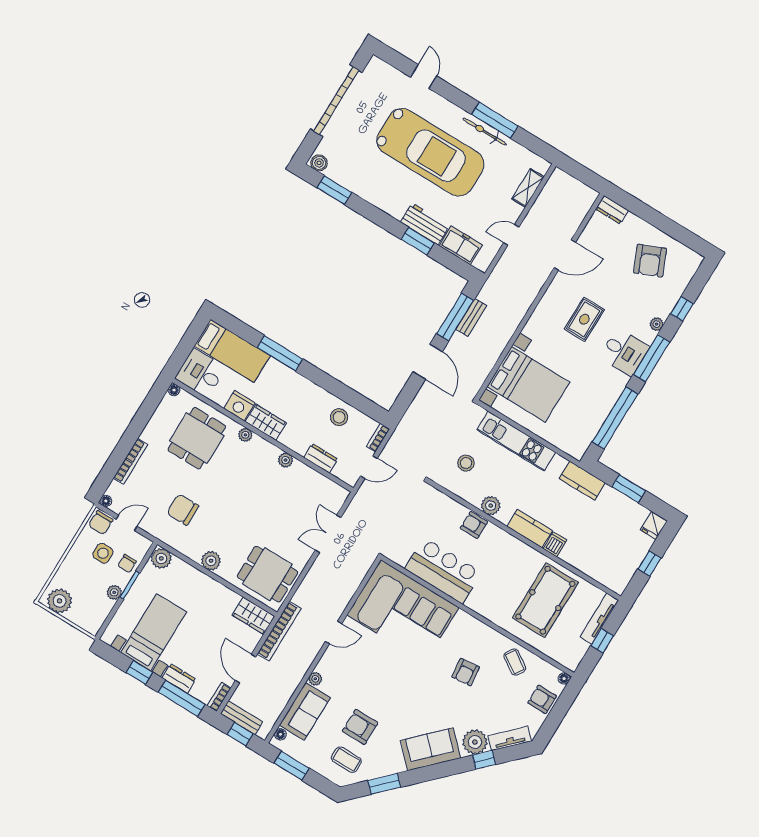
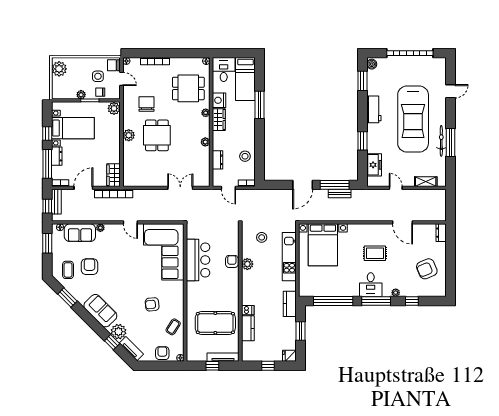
workbench: (425, 224) -> (374, 109), moved
kitchen counter: (530, 529) -> (248, 328), moved
dining table: (267, 574) -> (157, 135), moved

